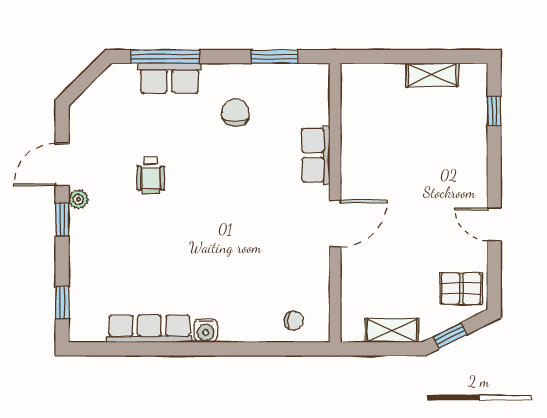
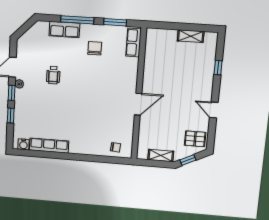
window: (165, 57) -> (77, 20), moved
window: (494, 111) -> (218, 68), moved
row of seats: (316, 155) -> (134, 43), moved
window: (62, 303) -> (11, 115), moved
water cooler: (206, 331) -> (23, 144), moved

